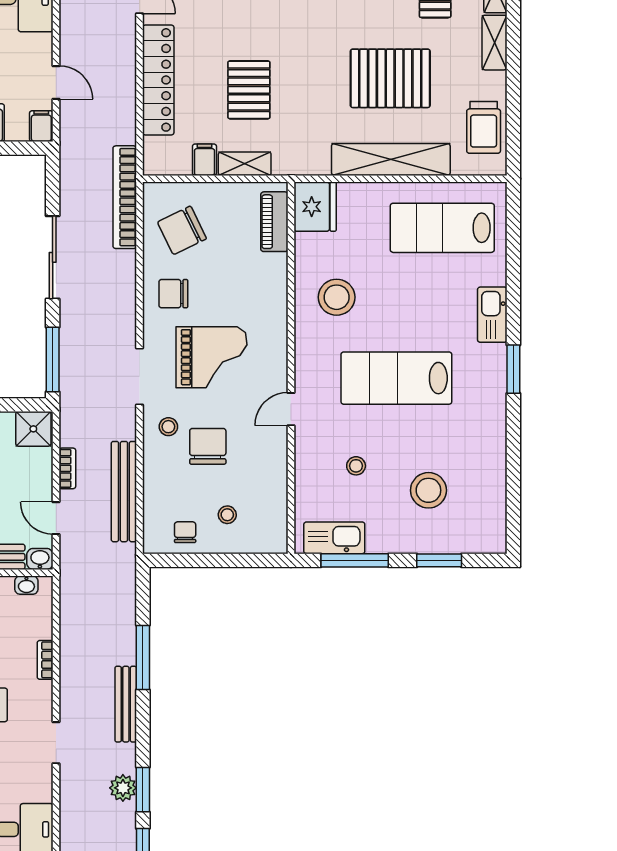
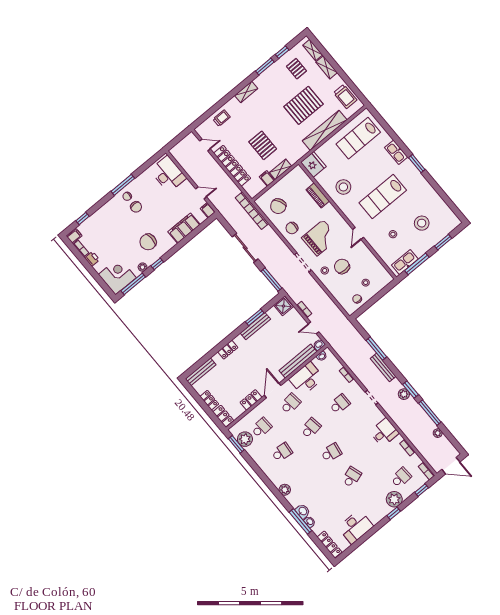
piano: (274, 222) -> (318, 195), moved
bench: (124, 492) -> (328, 302), removed

